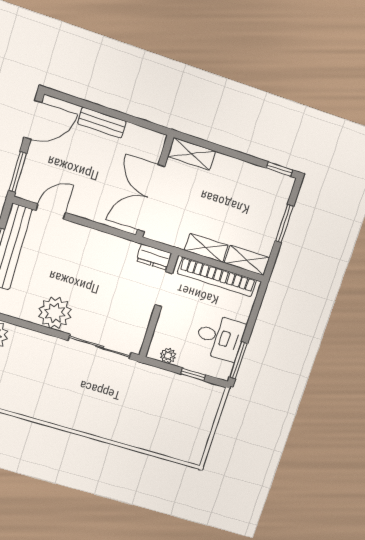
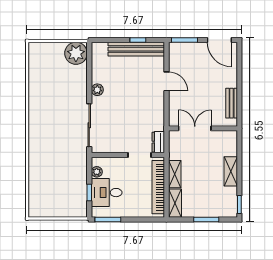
bench: (102, 123) -> (232, 103), moved
shelving: (192, 154) -> (231, 171), moved
double door: (151, 198) -> (195, 128), width x0.73
door: (51, 211) -> (166, 81), moved
plant: (55, 313) -> (97, 90), width x0.53, depth x0.53
desk: (220, 337) -> (107, 193), moved, turned 90

